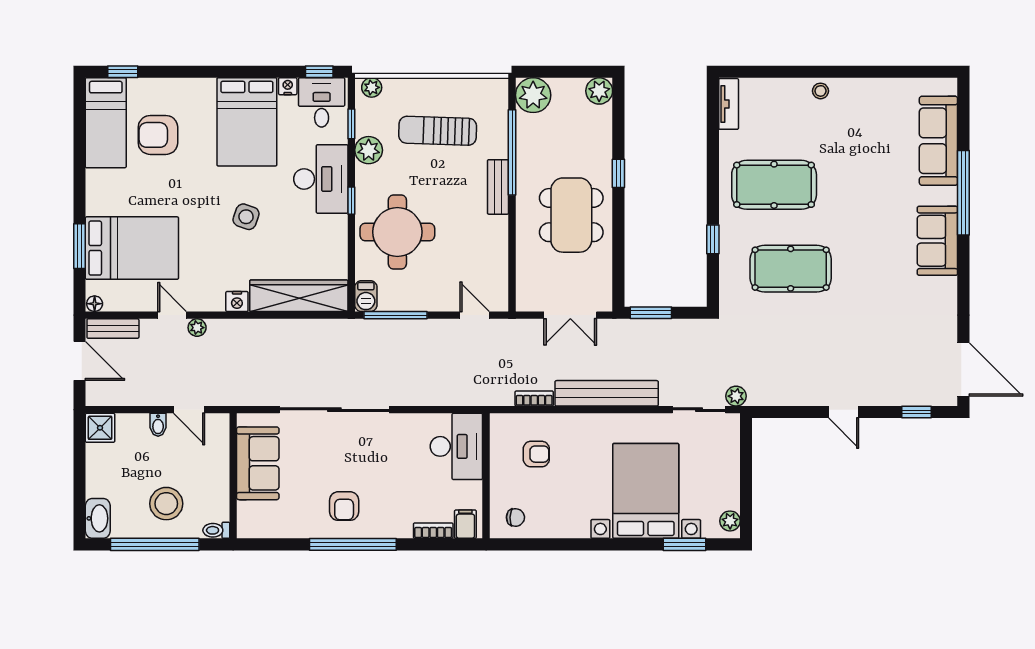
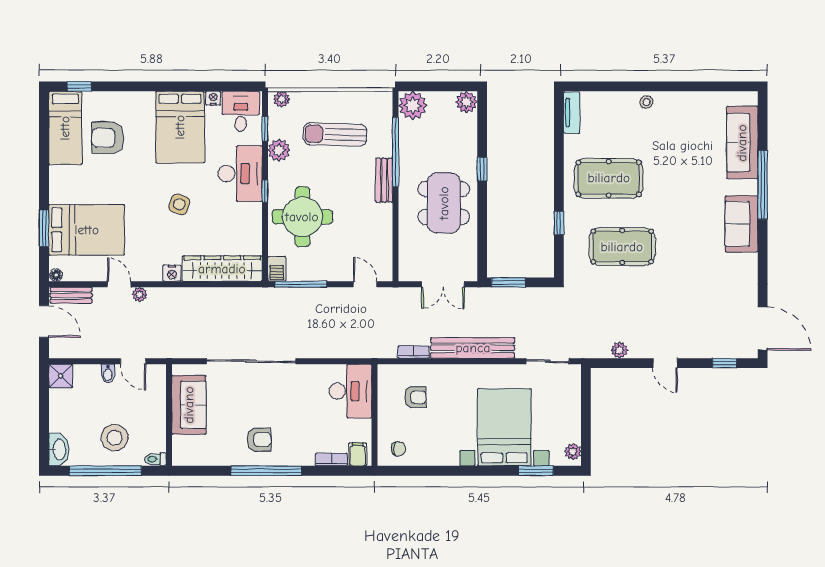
window: (319, 72) -> (239, 86), removed
plant: (736, 396) -> (619, 350), moved
armchair: (344, 506) -> (259, 440), turned -90

